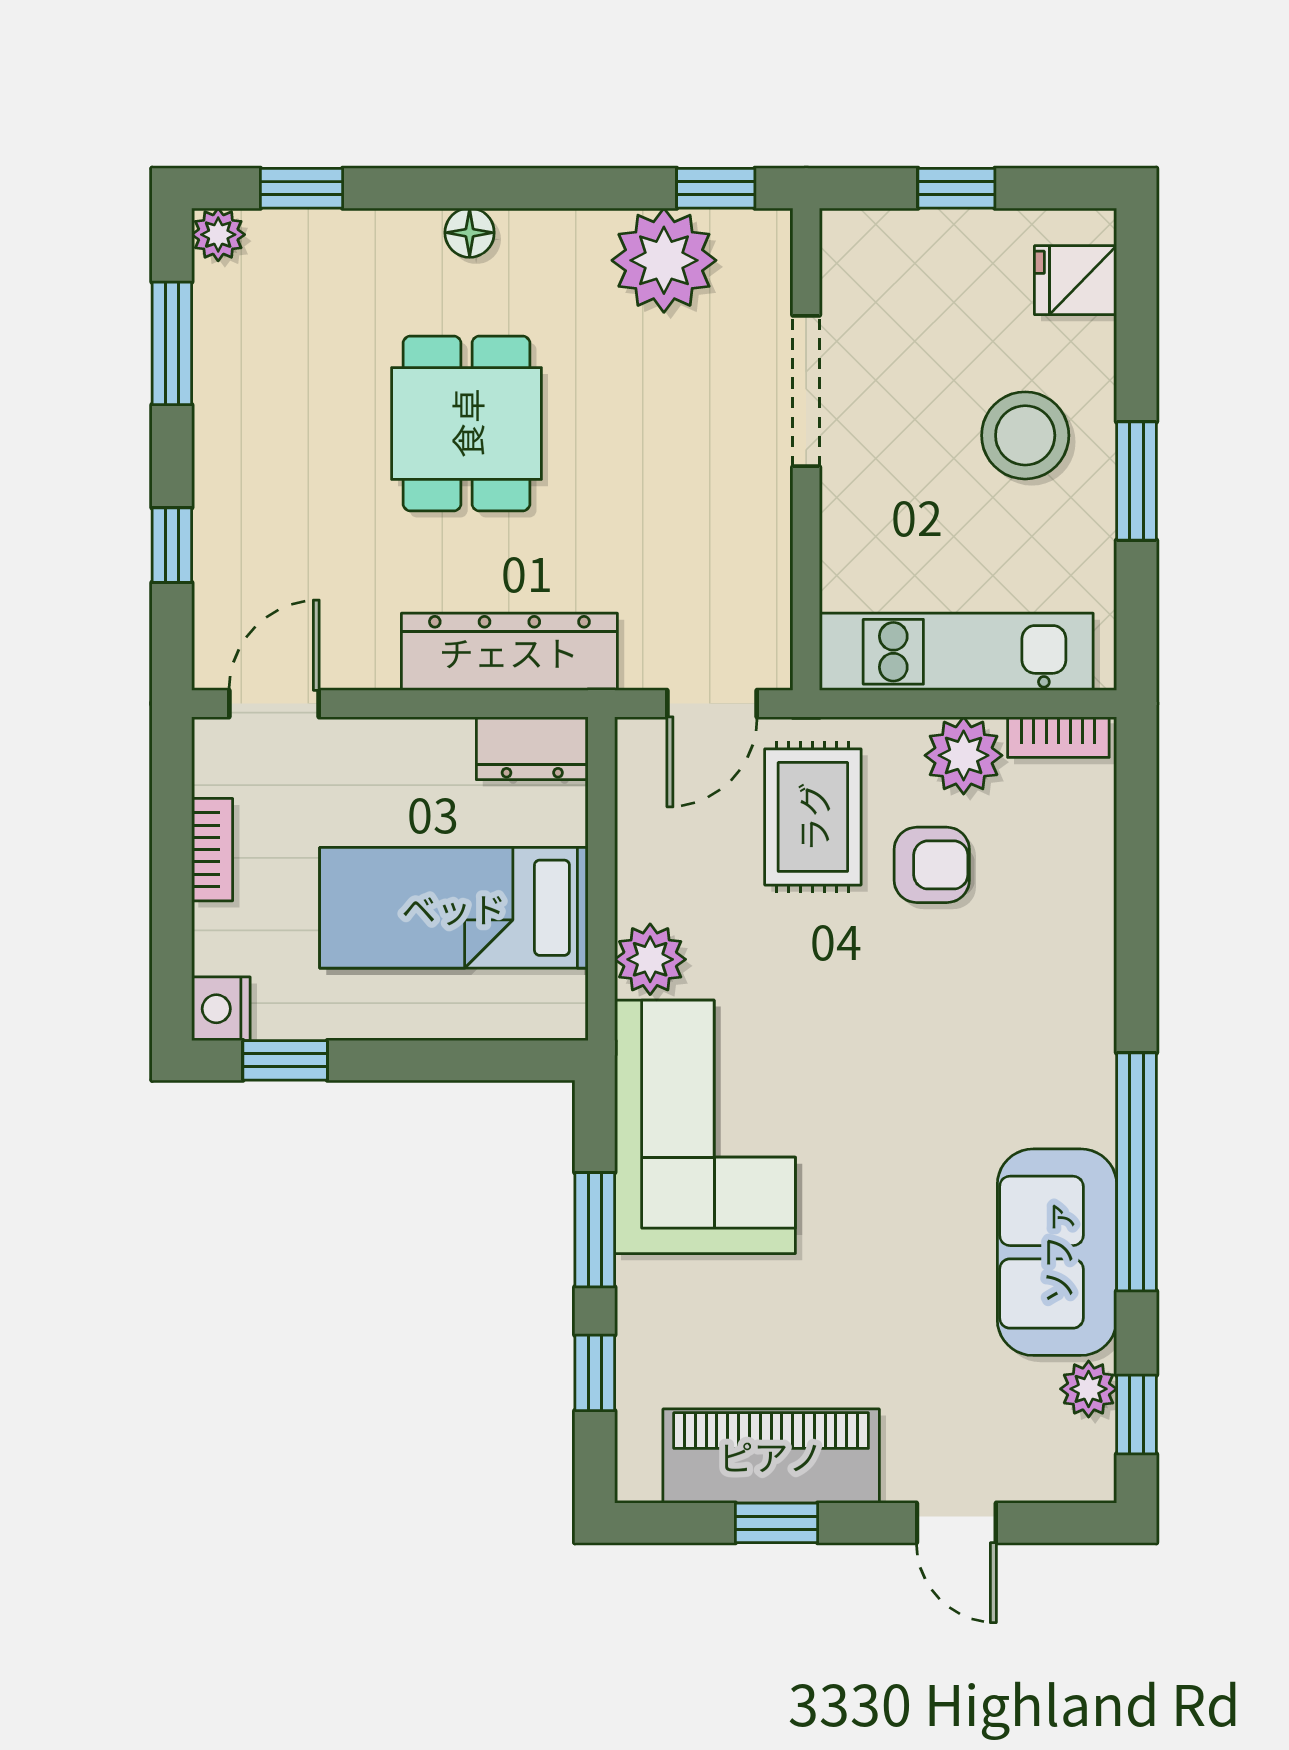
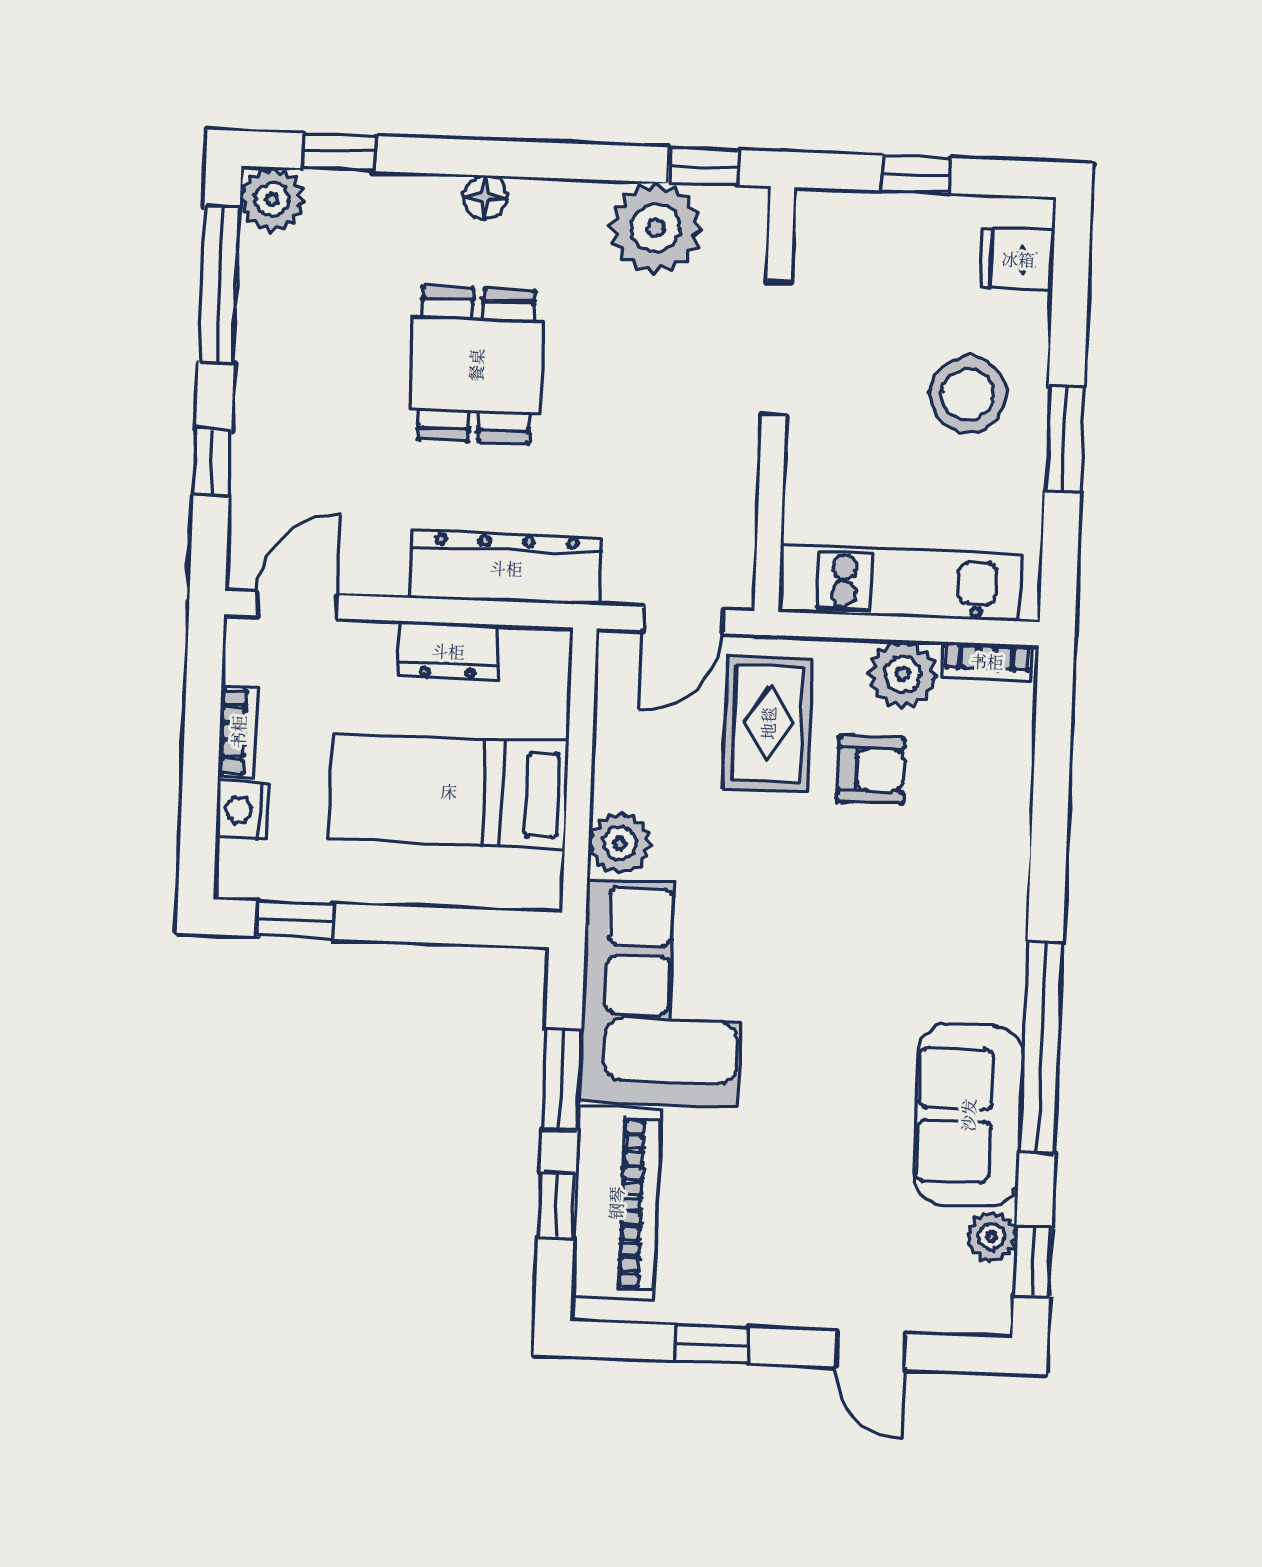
plant: (218, 235) -> (272, 199), width x1.38, depth x1.38
window: (172, 343) -> (219, 284), width x1.44
dresser: (532, 748) -> (448, 651), moved
nightstand: (221, 1009) -> (242, 810), moved
piano: (771, 1456) -> (616, 1203), moved, turned 90

